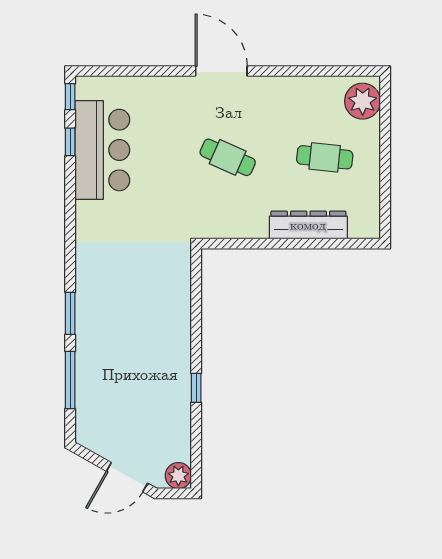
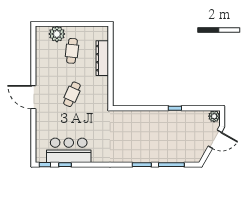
door: (221, 71) -> (33, 97), hinge flipped
plant: (363, 101) -> (57, 34), moved
door: (127, 477) -> (215, 139), hinge flipped

